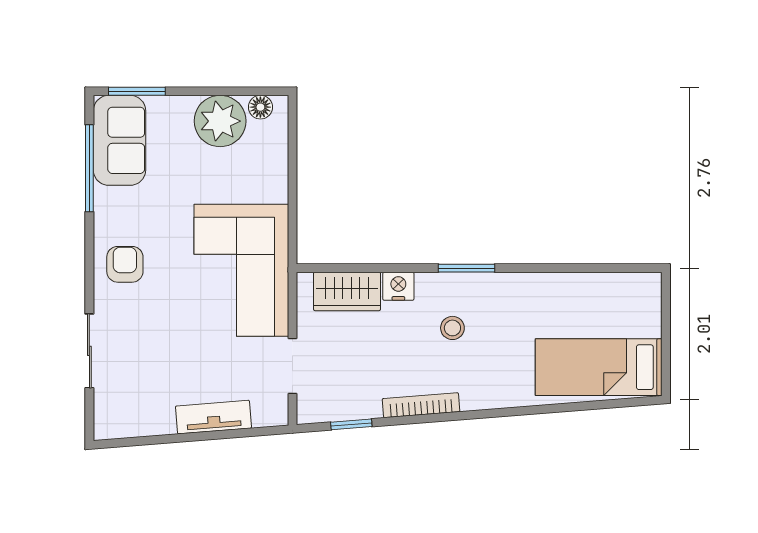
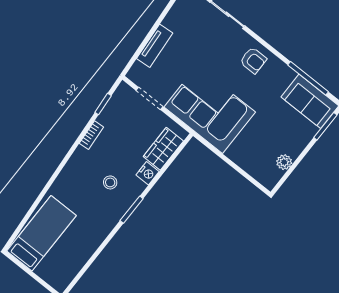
floor lamp: (260, 107) -> (275, 175), removed
plant: (220, 121) -> (284, 162), width x0.53, depth x0.53
bookcase: (421, 405) -> (91, 135), width x0.64

